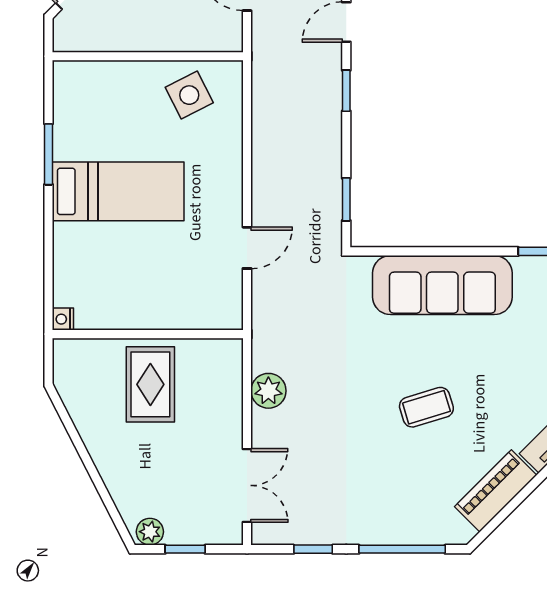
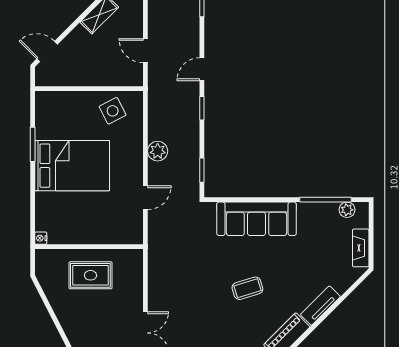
bed: (118, 191) -> (72, 166), width x1.50
rug: (150, 384) -> (90, 275), turned 90
plant: (268, 391) -> (158, 151), moved

